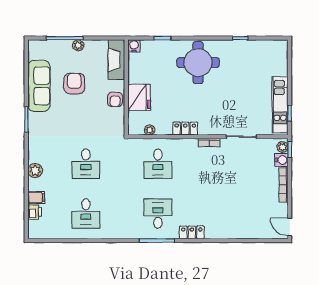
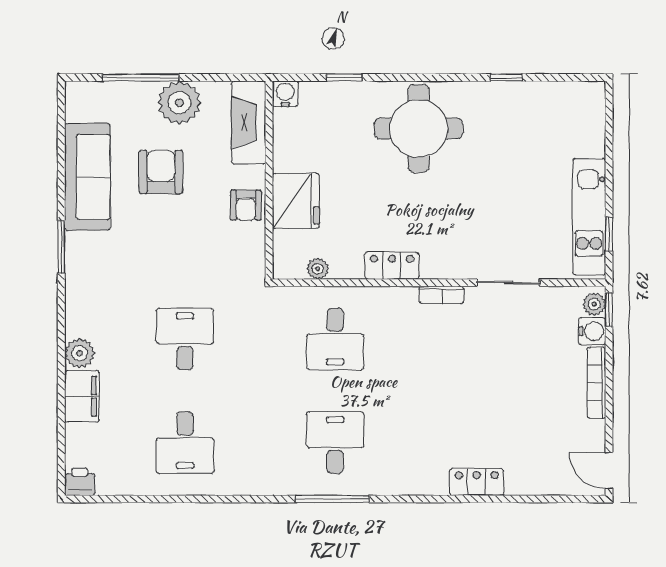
plant: (78, 45) -> (179, 103), width x1.88, depth x1.88
desk: (86, 164) -> (185, 339), turned 180
filing cabinet: (36, 198) -> (82, 396), width x2.00
printer: (35, 212) -> (80, 482), moved, turned -90
locker: (192, 232) -> (477, 482), moved

